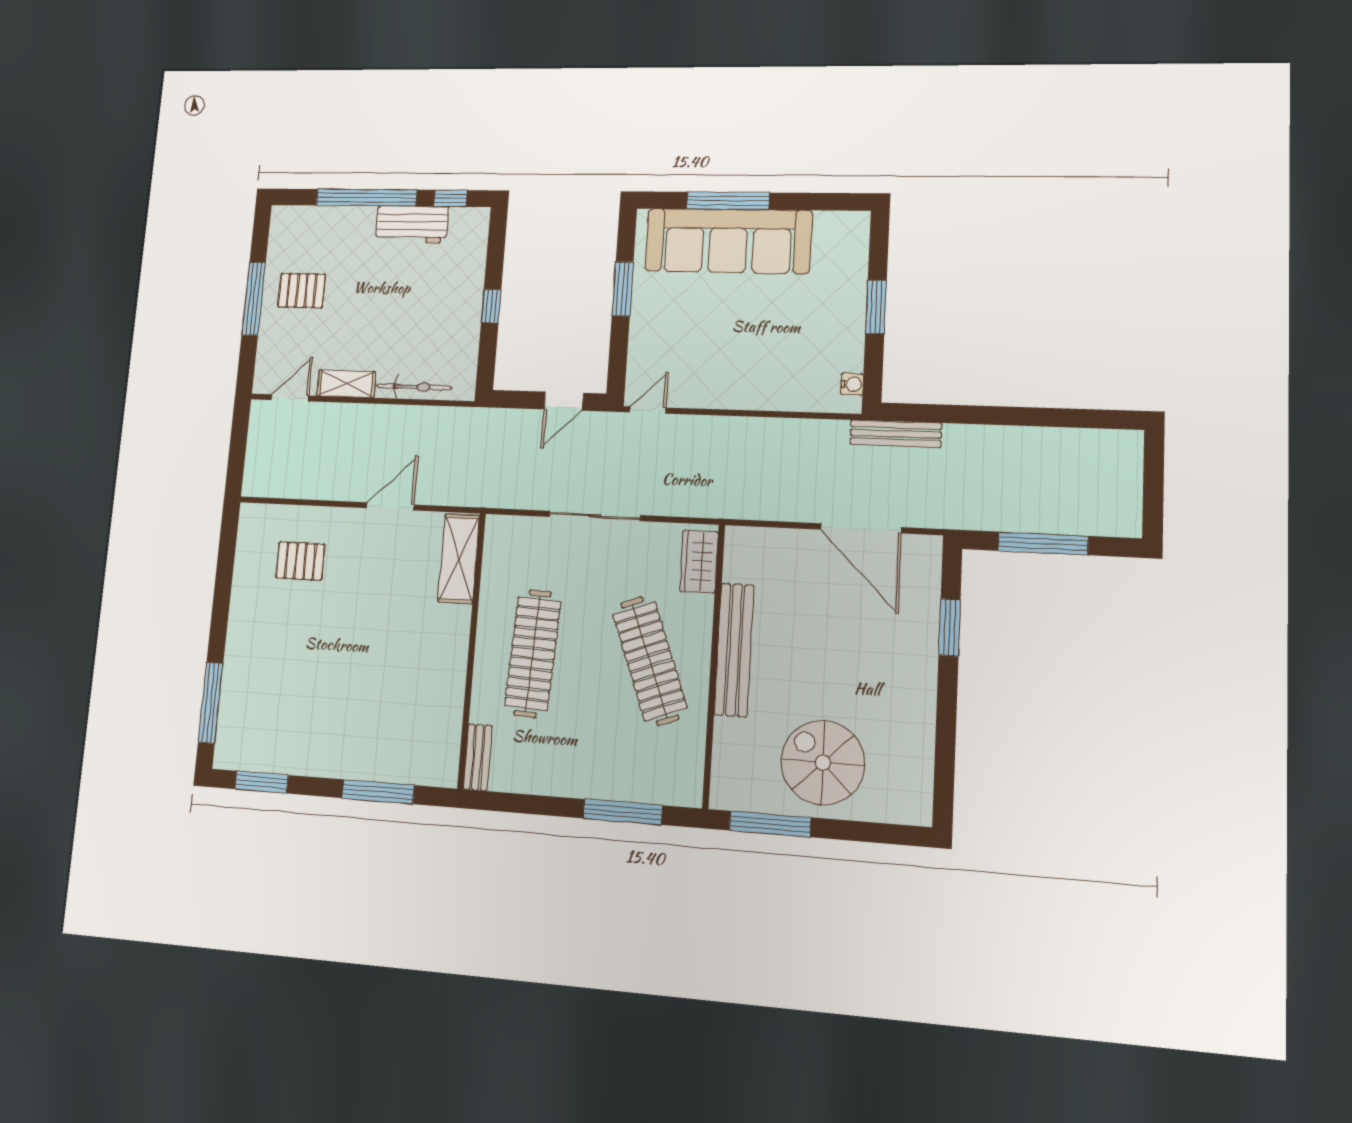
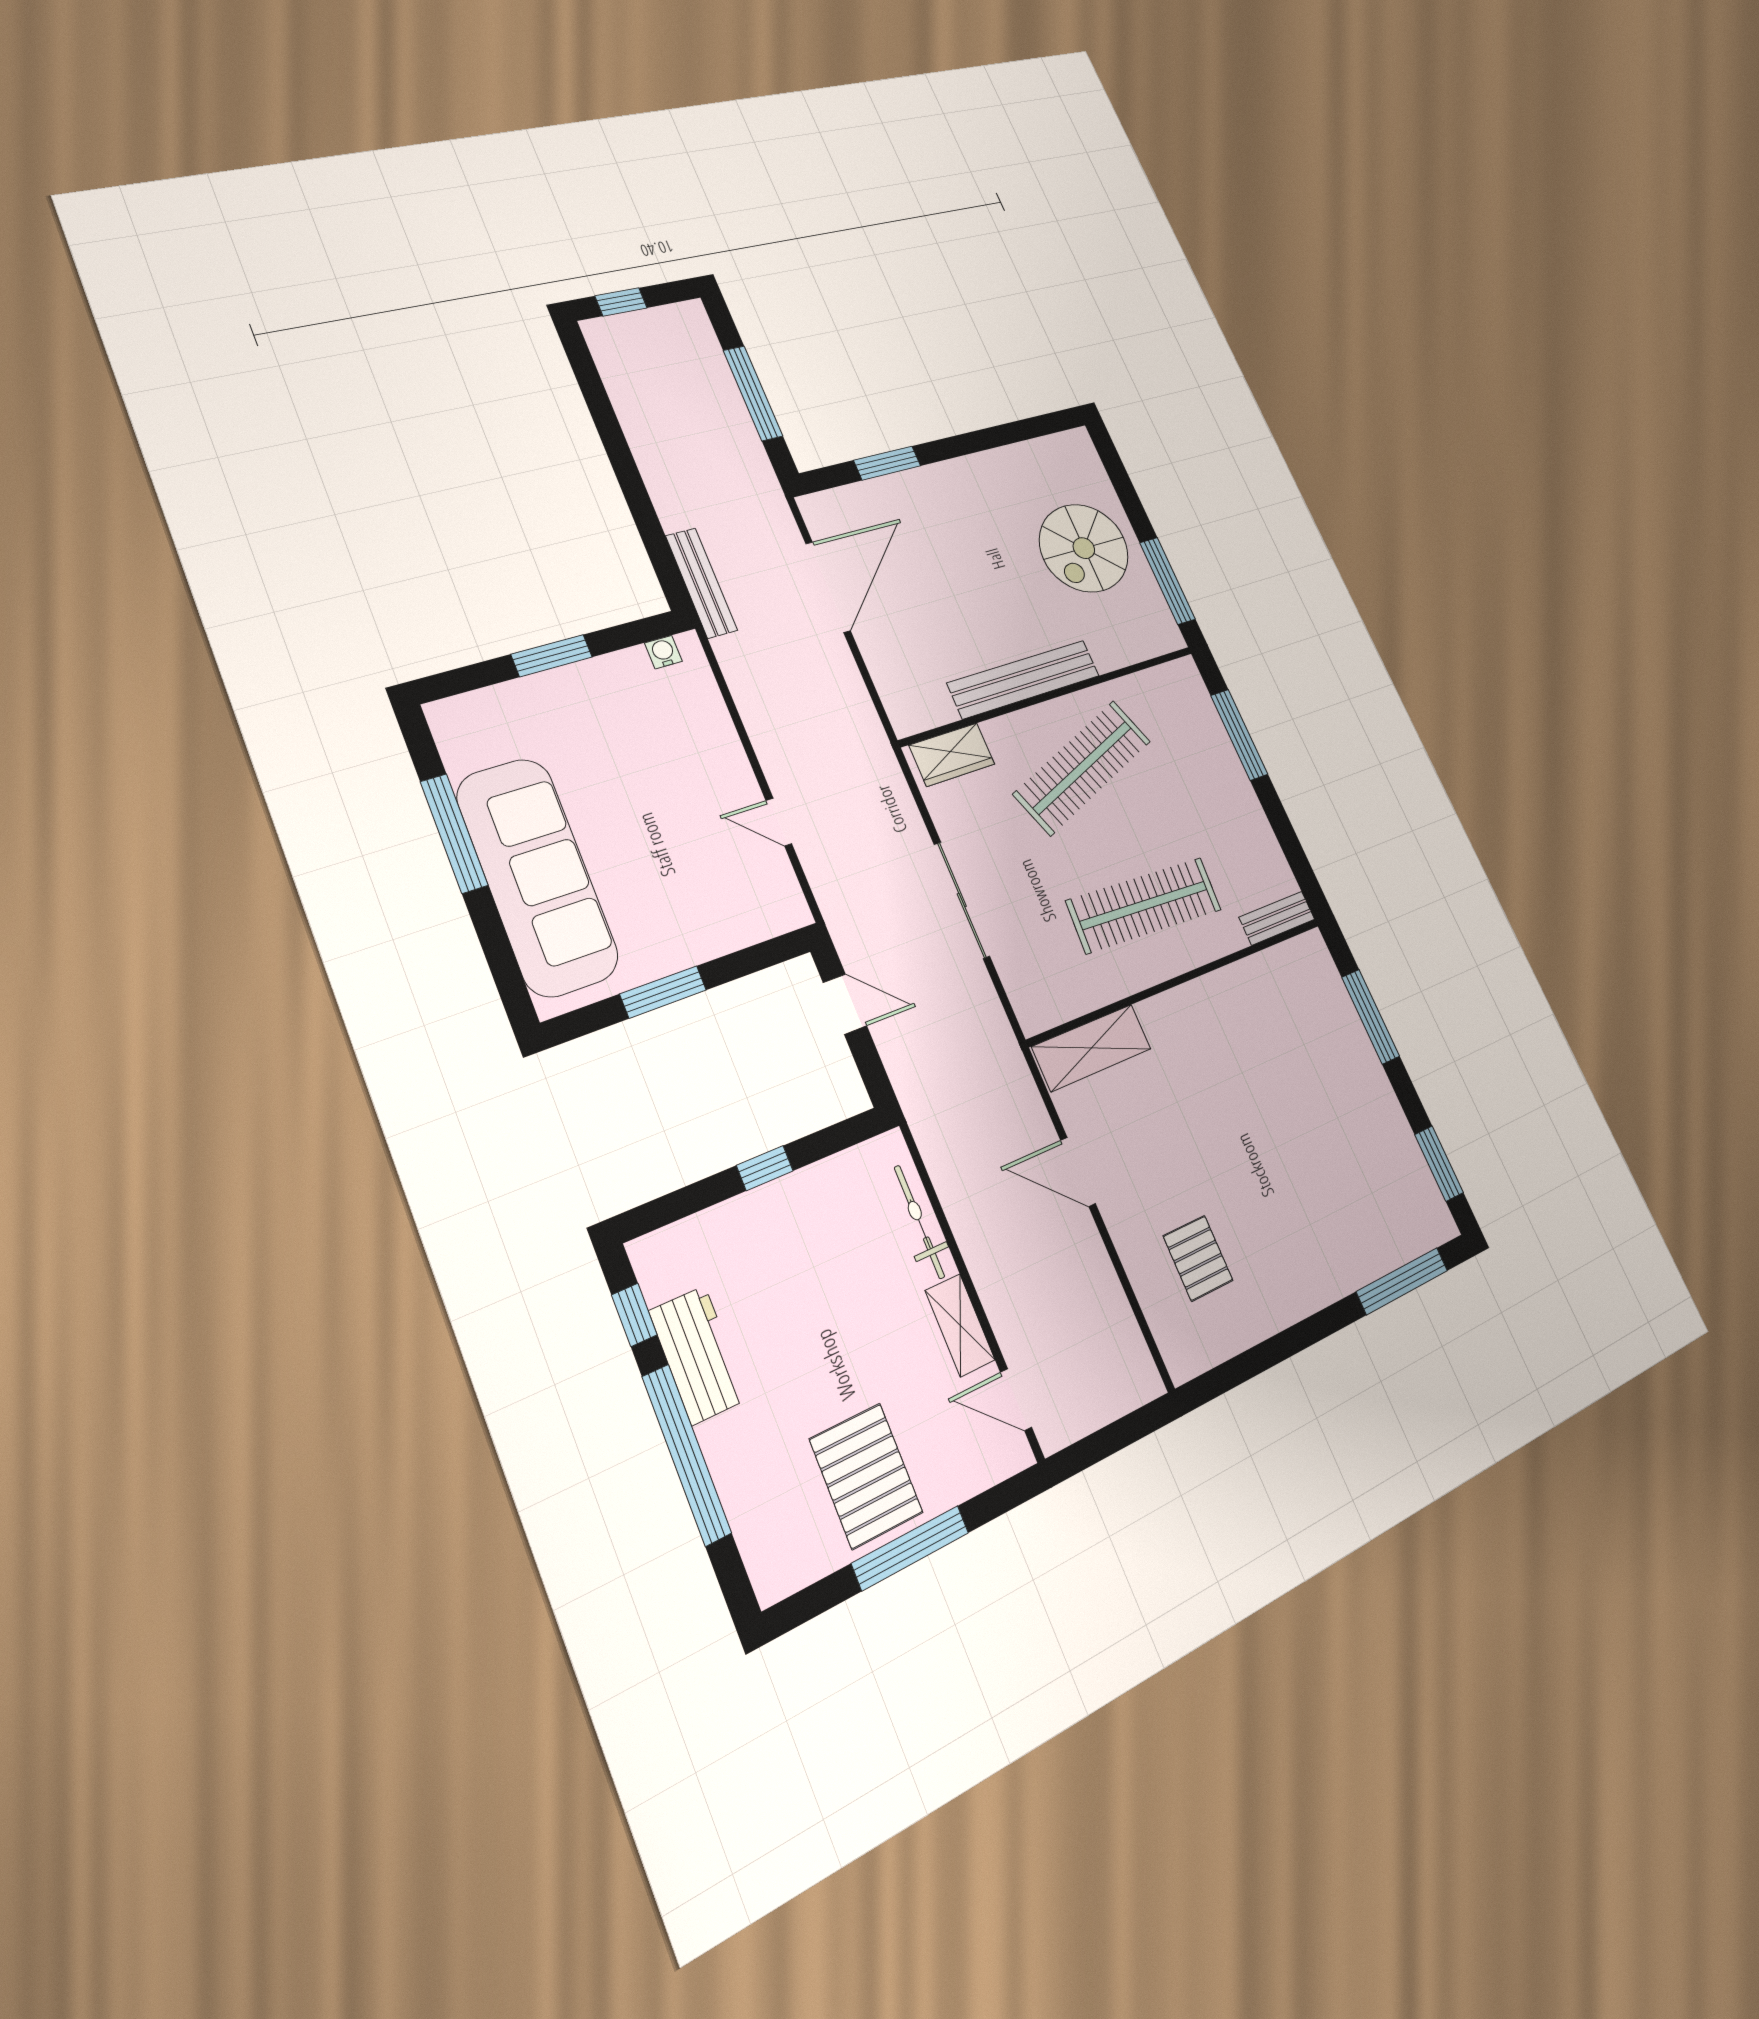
window: (728, 201) -> (454, 833), moved
pallet: (302, 291) -> (866, 1476), width x1.50, depth x1.42
door: (648, 410) -> (779, 822), moved
window: (1154, 472) -> (621, 302), added

